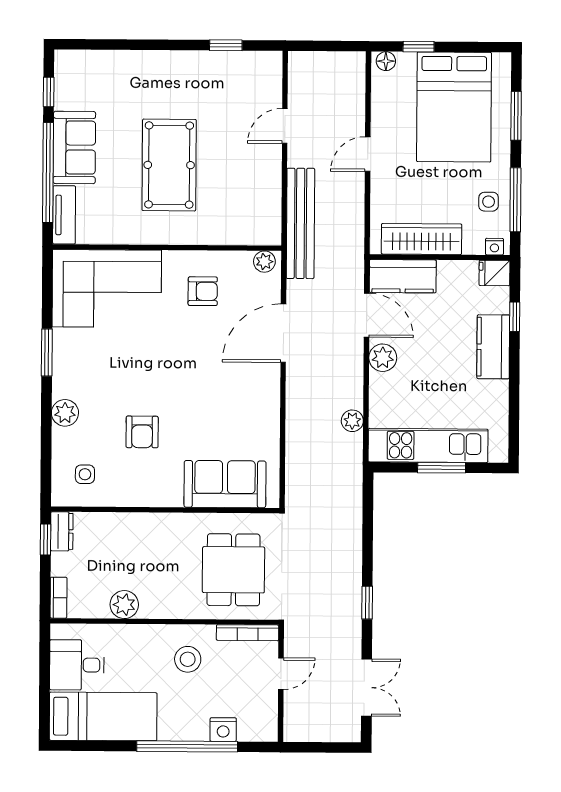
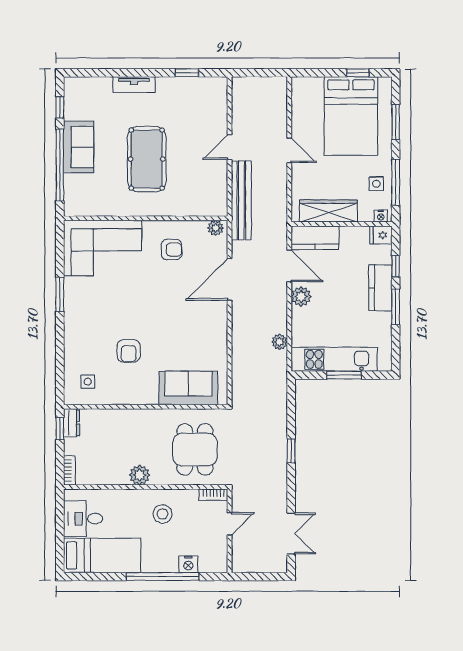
window: (419, 47) -> (358, 73), moved
floor lamp: (386, 61) -> (302, 83), removed
door: (285, 126) -> (230, 147), moved
door: (368, 154) -> (289, 150), swing flipped
tv unit: (64, 215) -> (134, 85), moved, turned 90
window: (514, 373) -> (396, 307), added
plant: (65, 413) -> (73, 338), removed
window: (367, 603) -> (291, 451), moved
plant: (124, 605) -> (140, 475), moved
bookcase: (248, 633) -> (213, 495), width x0.64

